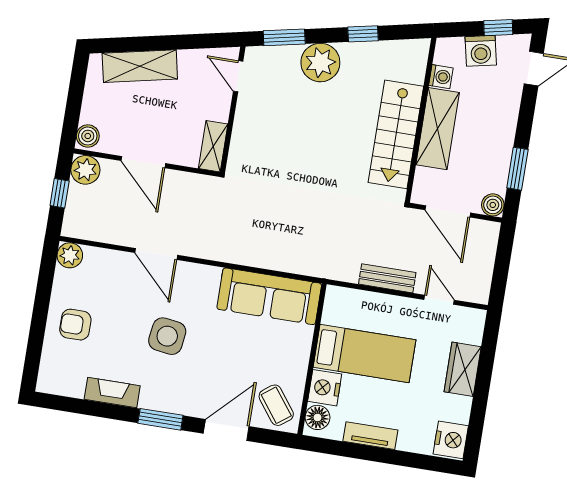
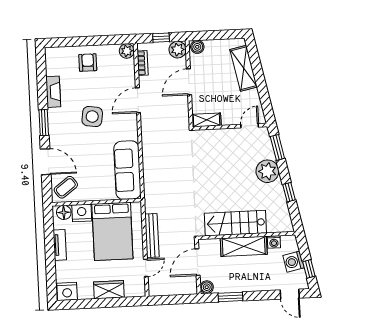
bookcase: (96, 233) -> (143, 63), added
bench: (387, 278) -> (152, 236), width x1.36
bed: (365, 354) -> (112, 231), width x1.50

